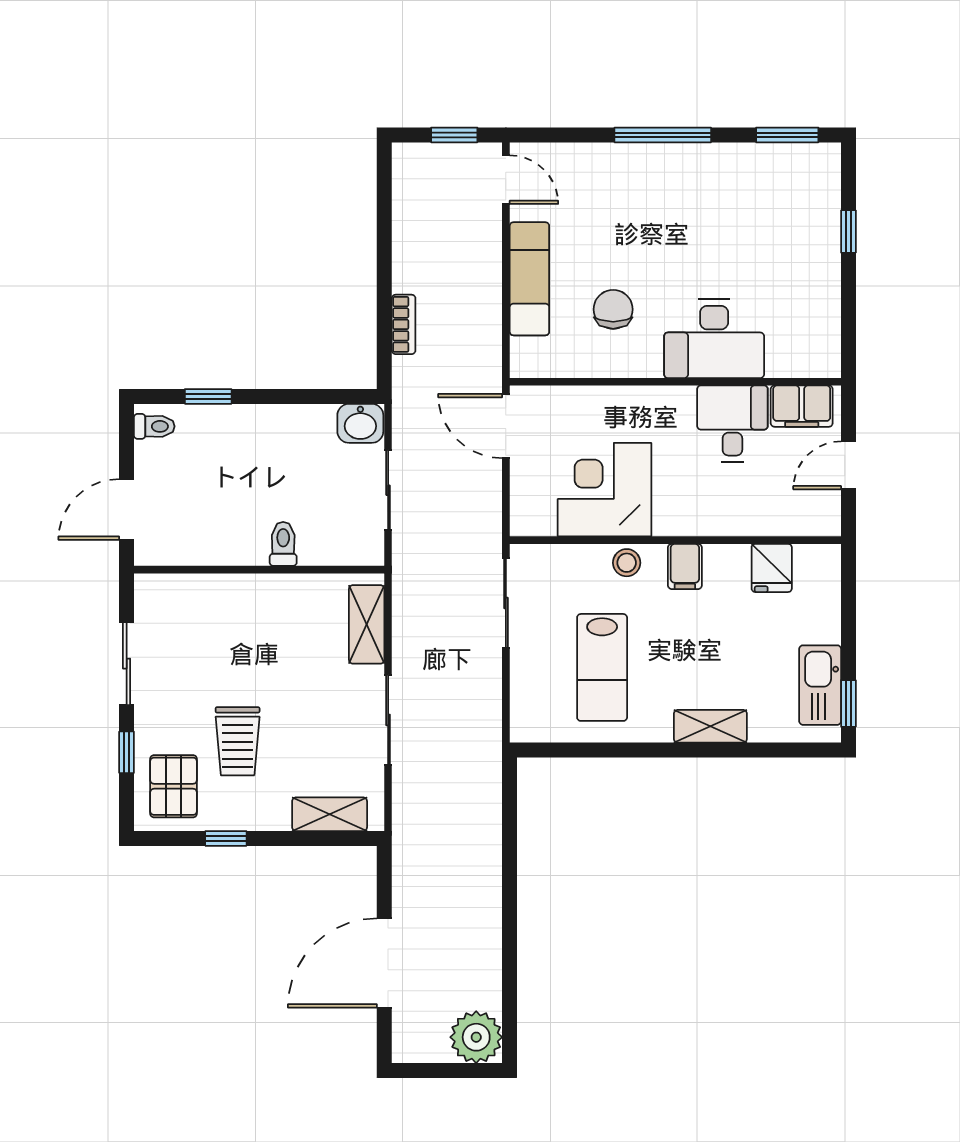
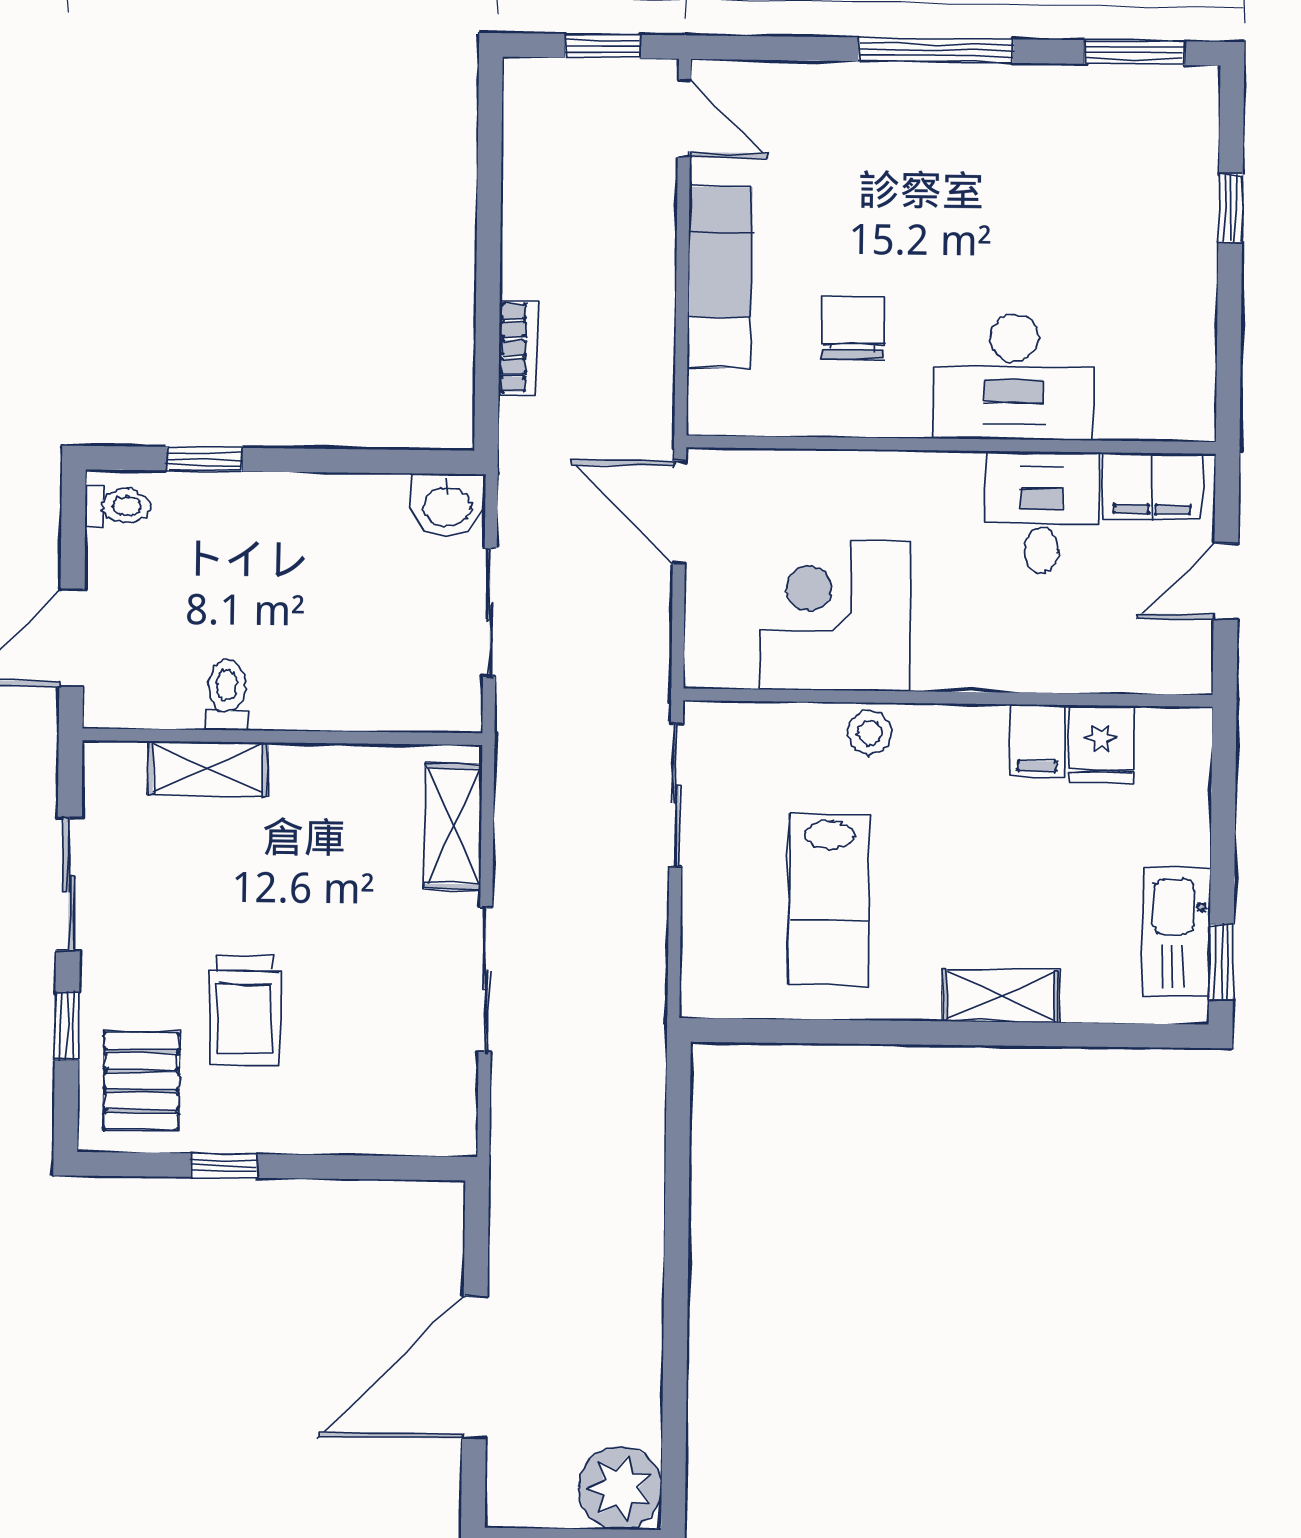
toilet: (283, 544) -> (227, 695), moved
filing cabinet: (685, 566) -> (1037, 741), moved
shelving: (330, 814) -> (208, 769), moved

